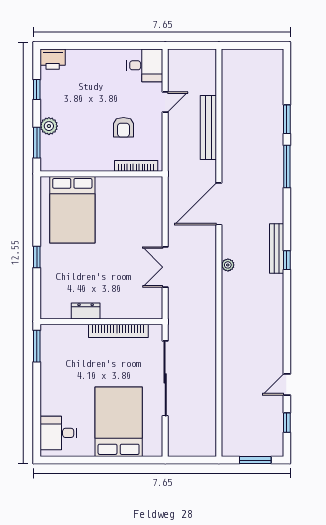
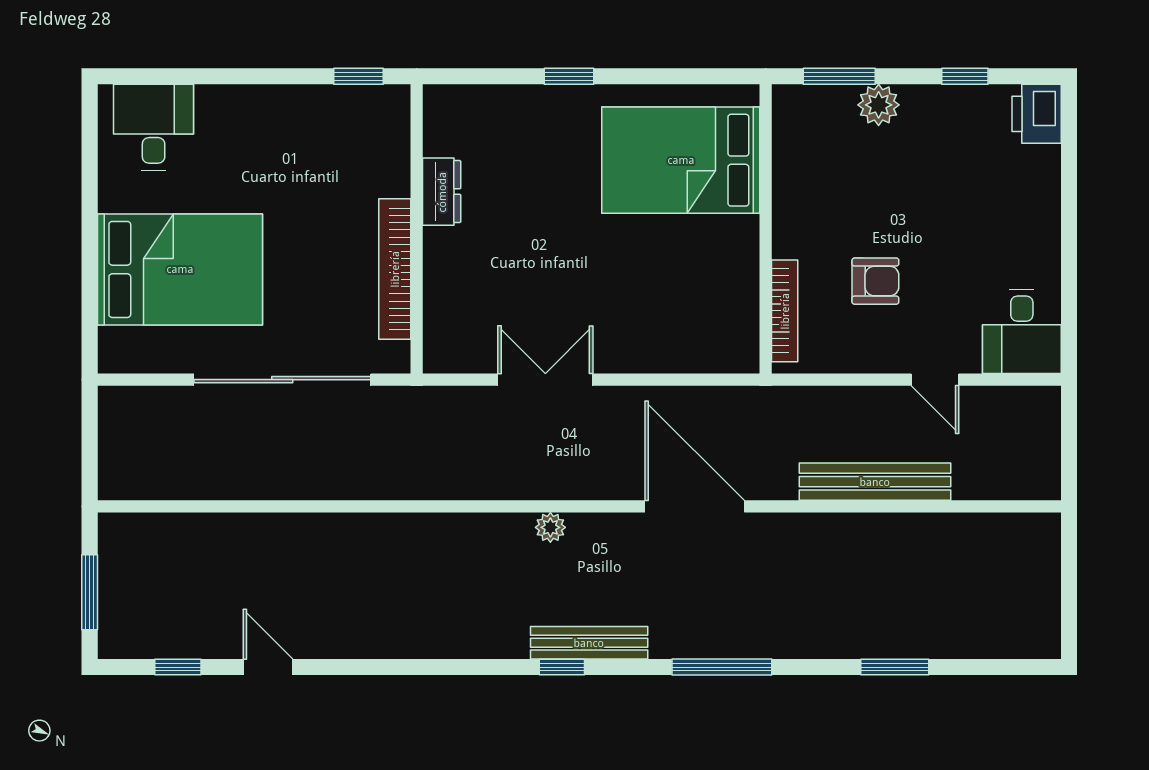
armchair: (123, 127) -> (875, 281), turned 180
window: (287, 167) -> (722, 667), moved
window: (37, 346) -> (358, 76), width x0.67

